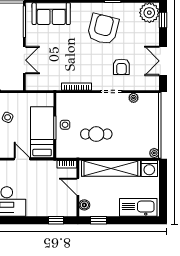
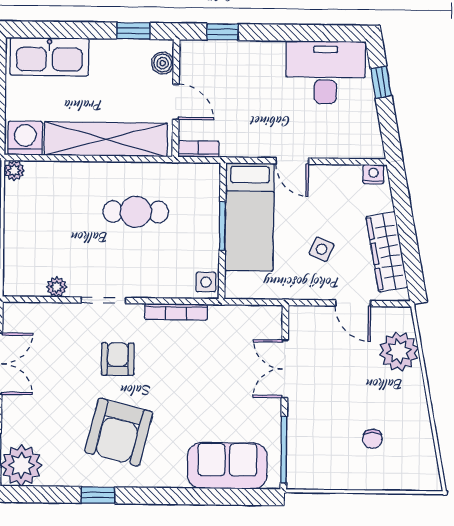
armchair: (121, 67) -> (118, 359), moved
side table: (65, 125) -> (206, 282), moved

